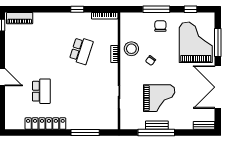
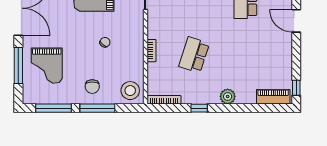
window: (190, 9) -> (54, 108), width x2.17
plant: (55, 18) -> (228, 96), added
grand piano: (196, 42) -> (47, 66), width x0.73, depth x0.68
stool: (131, 49) -> (130, 91), moved

